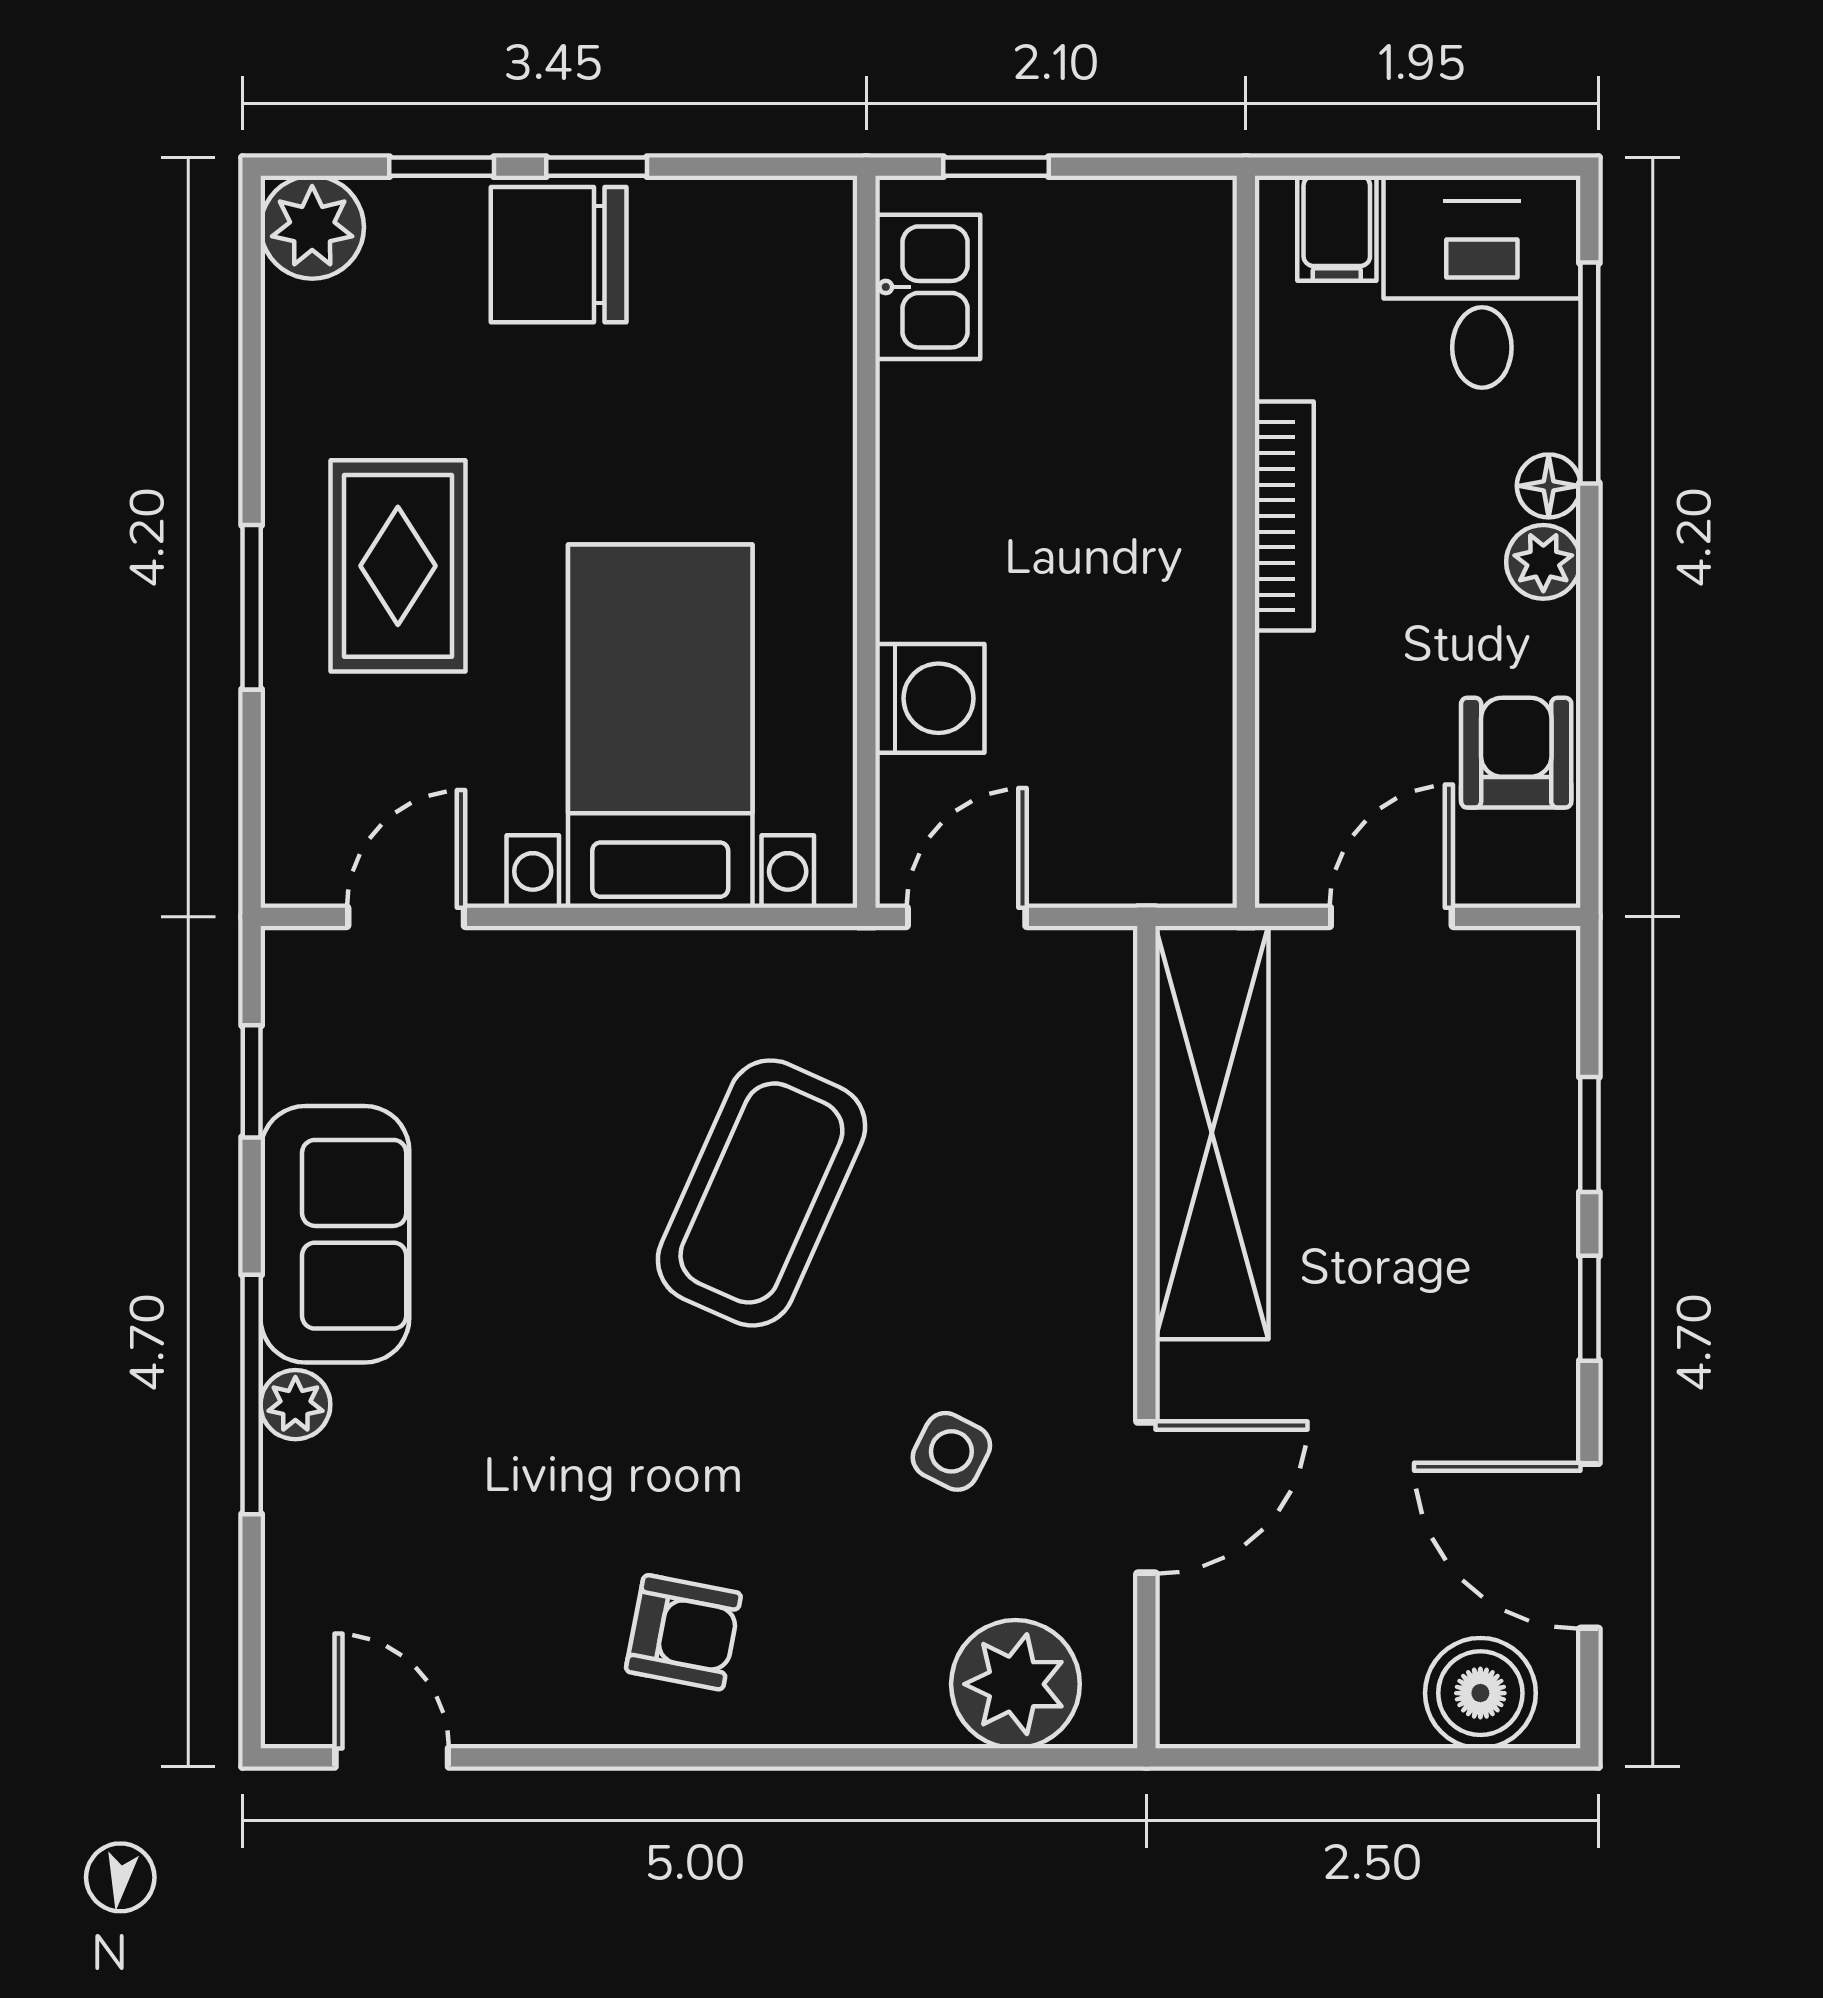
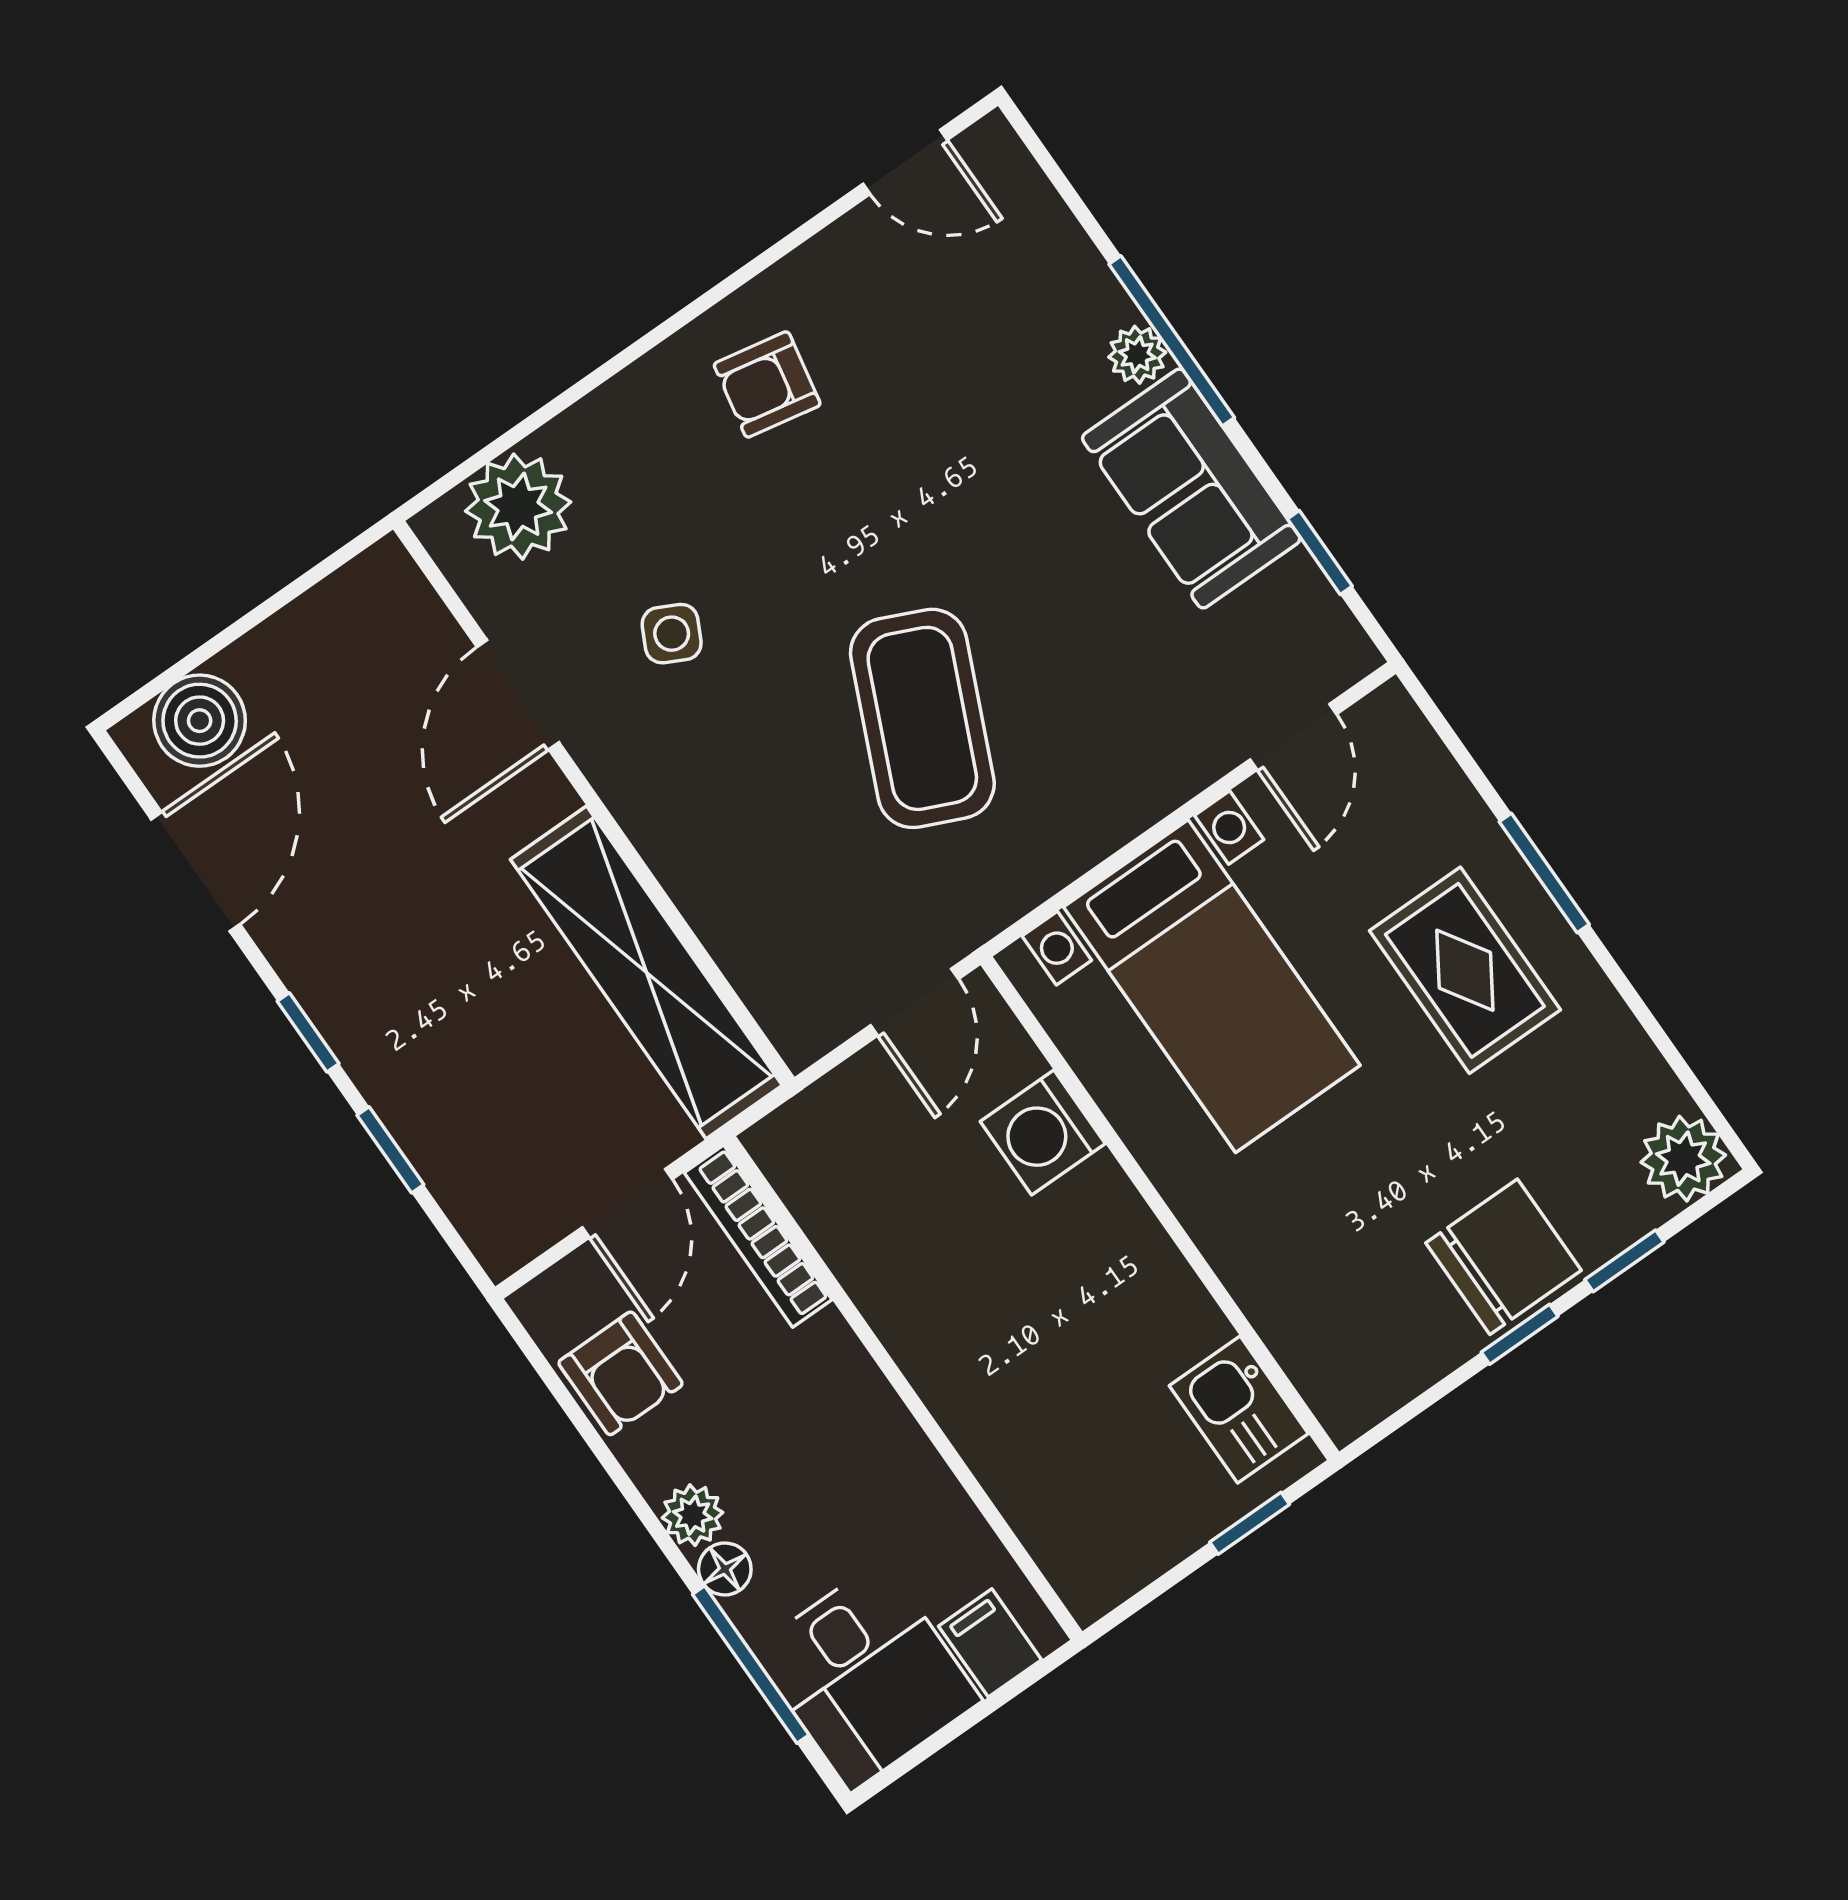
bookcase: (1284, 516) -> (758, 1236), moved
door: (1589, 1546) -> (196, 872), hinge flipped

